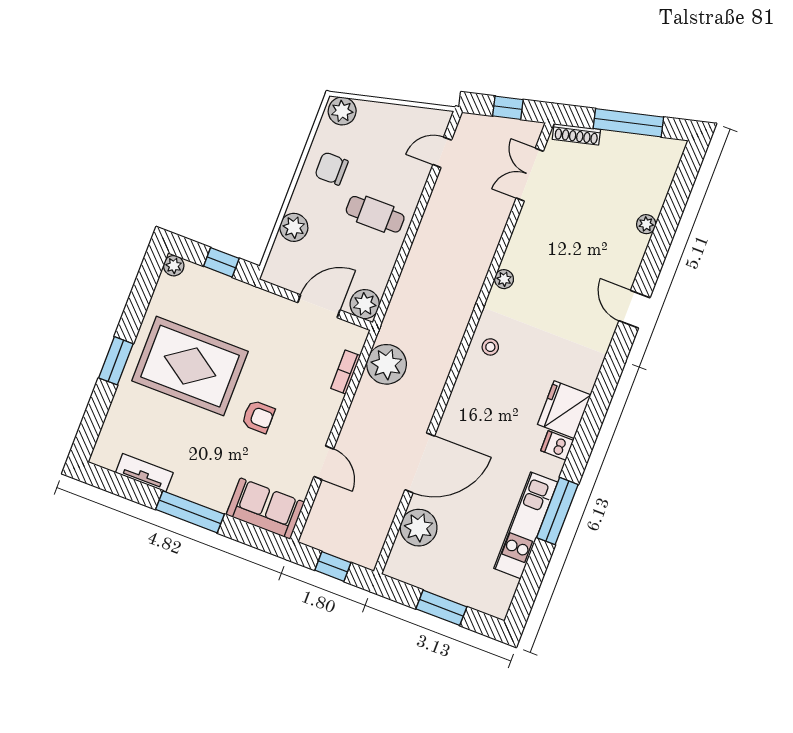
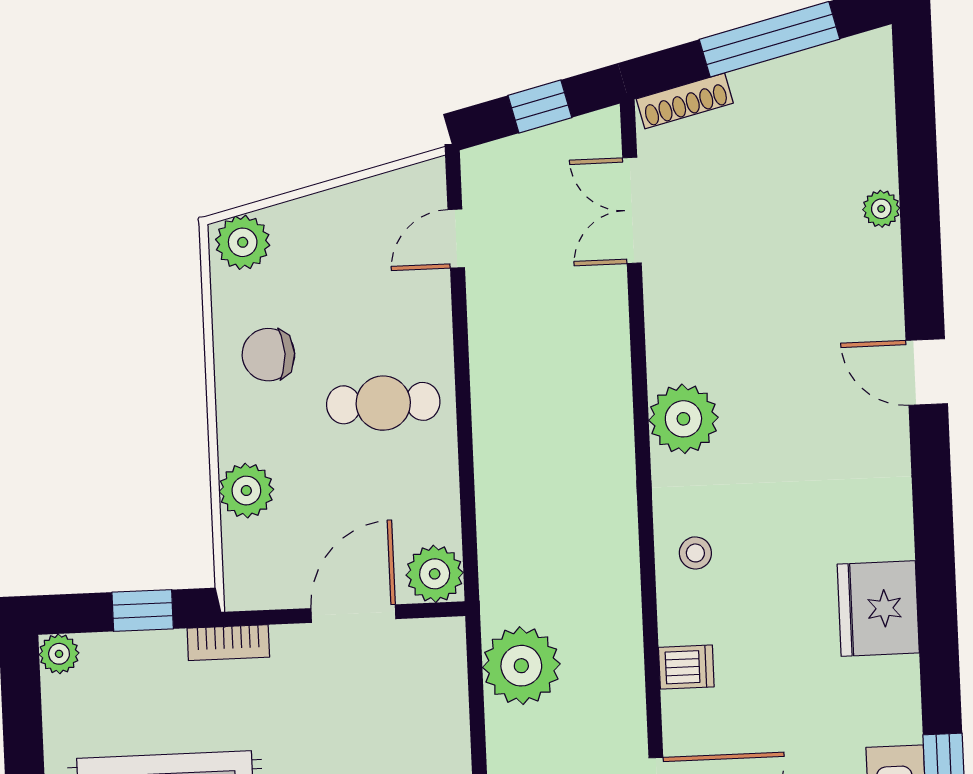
plant: (504, 279) -> (683, 419), width x1.88, depth x1.88
bookcase: (346, 372) -> (228, 643), moved, turned -90
dishwasher: (557, 445) -> (686, 667), moved, turned 180

